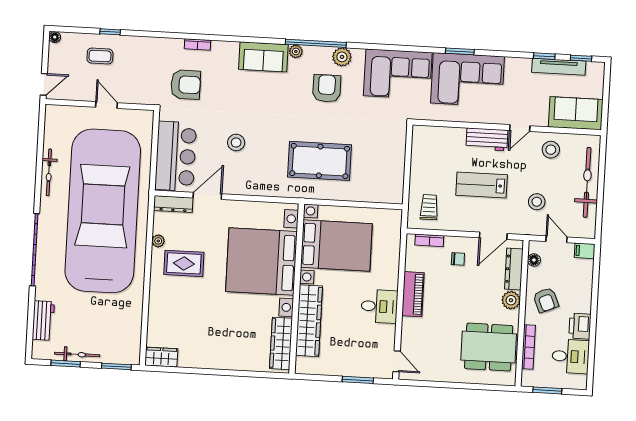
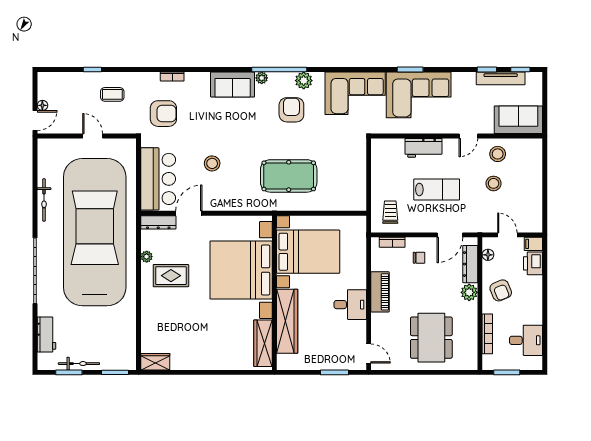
floor lamp: (55, 37) -> (42, 105), moved
coffee table: (100, 56) -> (112, 94), moved
workbench: (487, 139) -> (423, 148), moved
bicycle: (587, 182) -> (532, 182), removed
lab bench: (482, 185) -> (437, 189), turned 180
stool: (537, 202) -> (494, 183), moved
printer: (580, 326) -> (533, 263), moved
dining table: (489, 347) -> (431, 338), moved, turned 90

